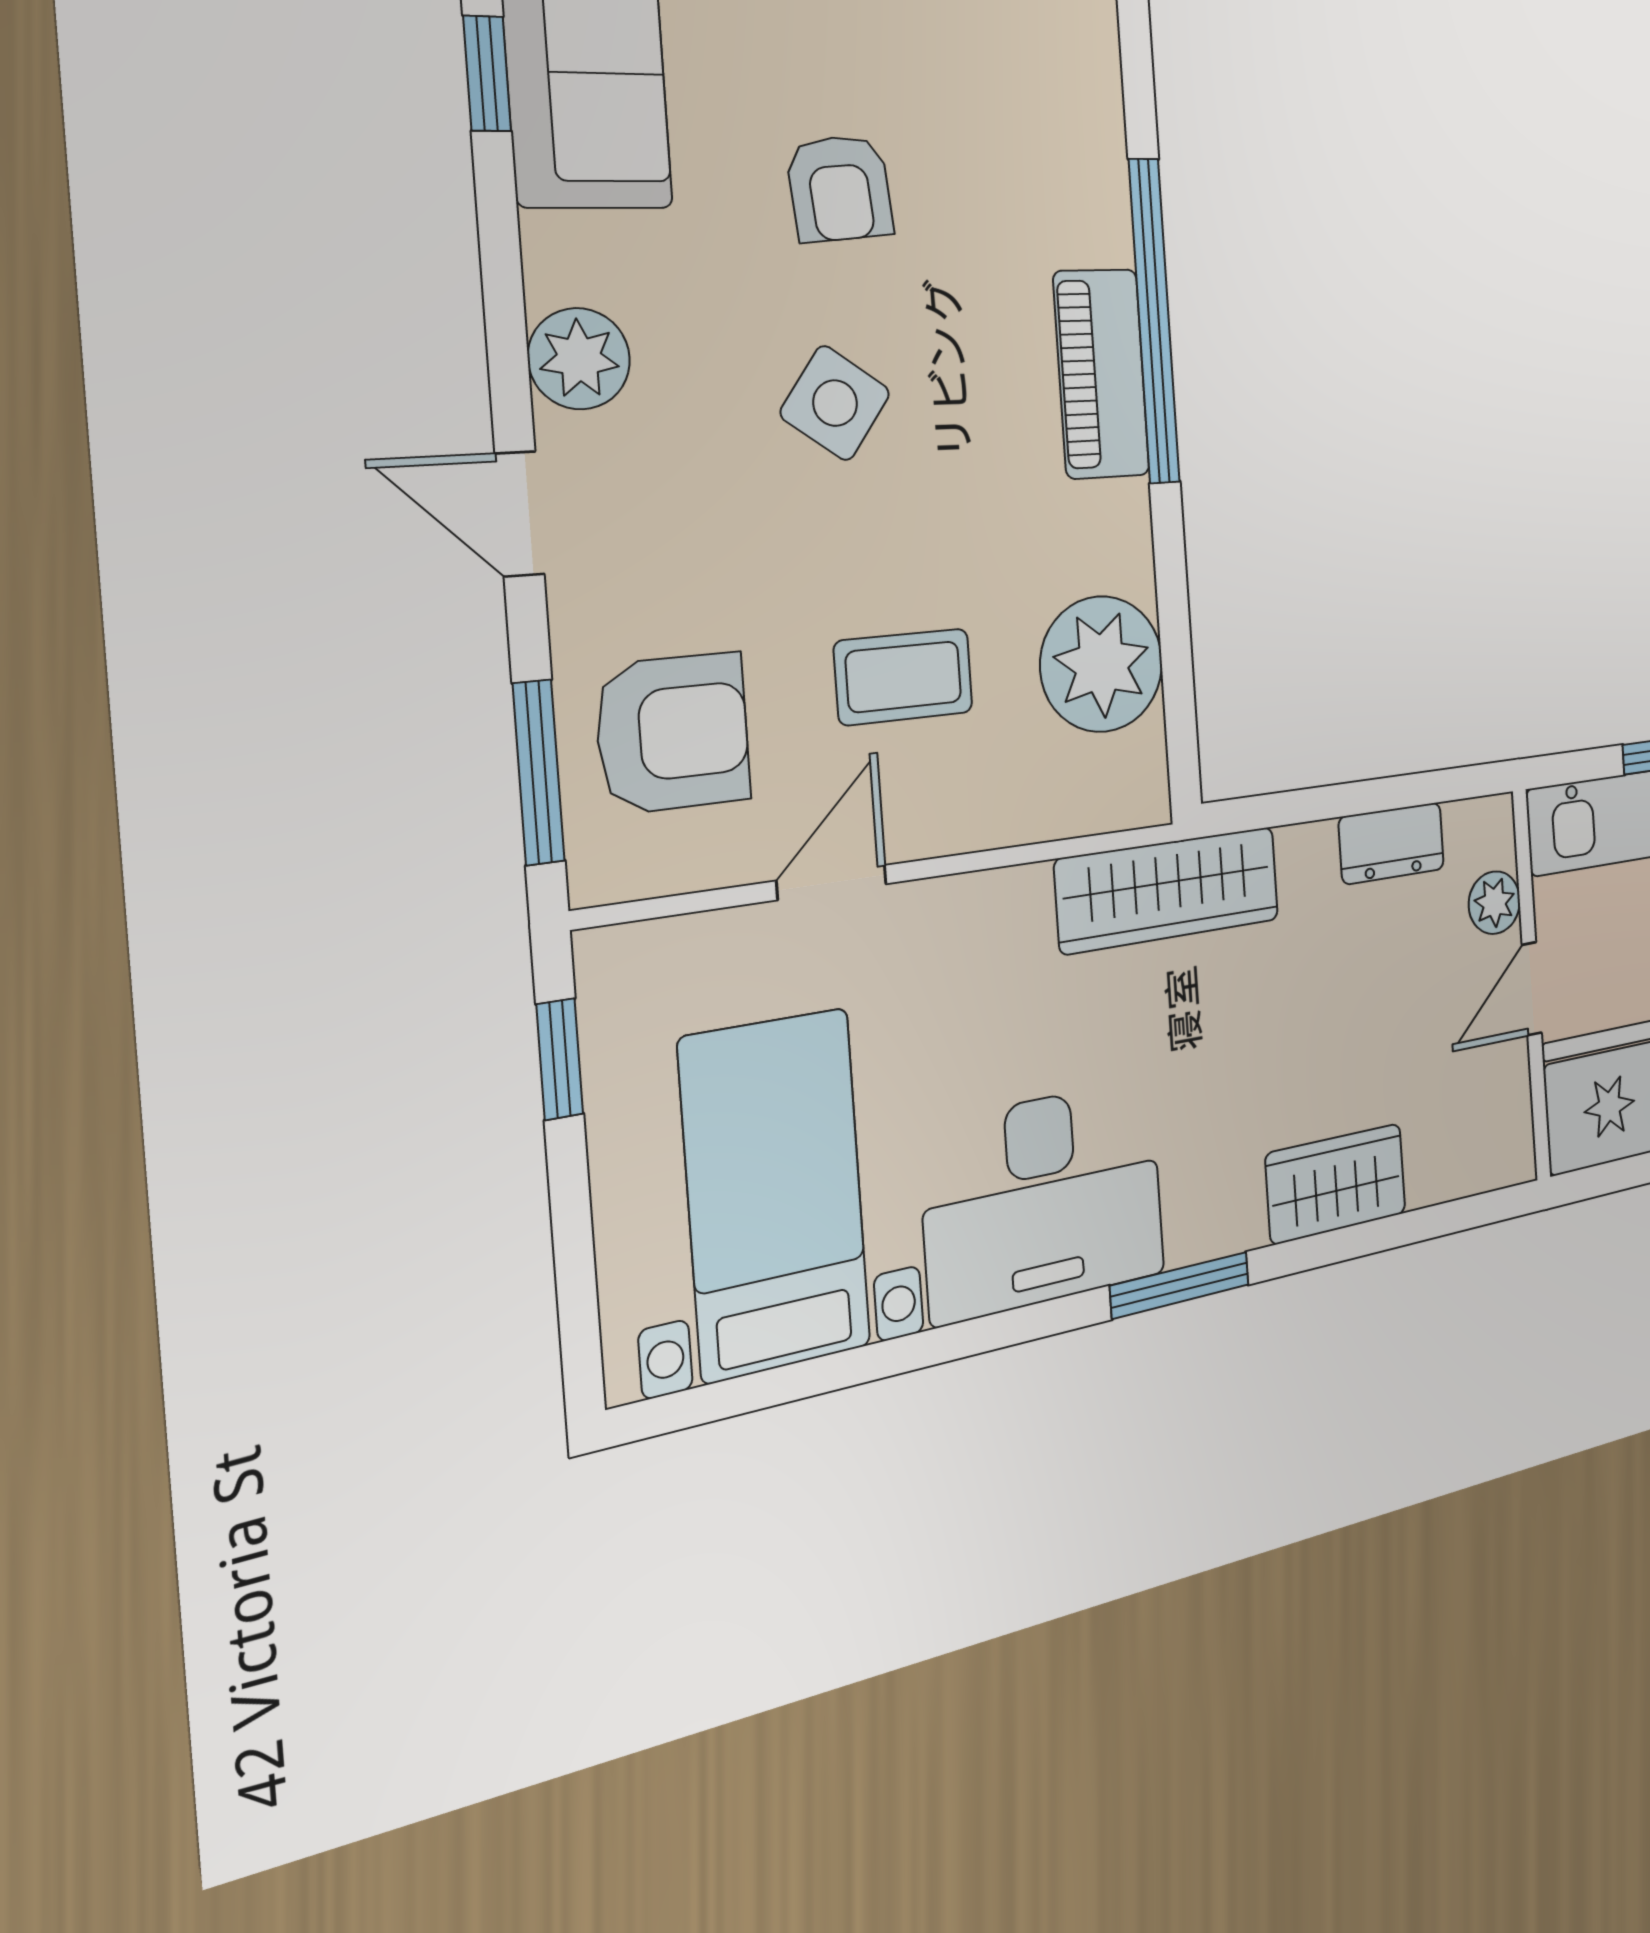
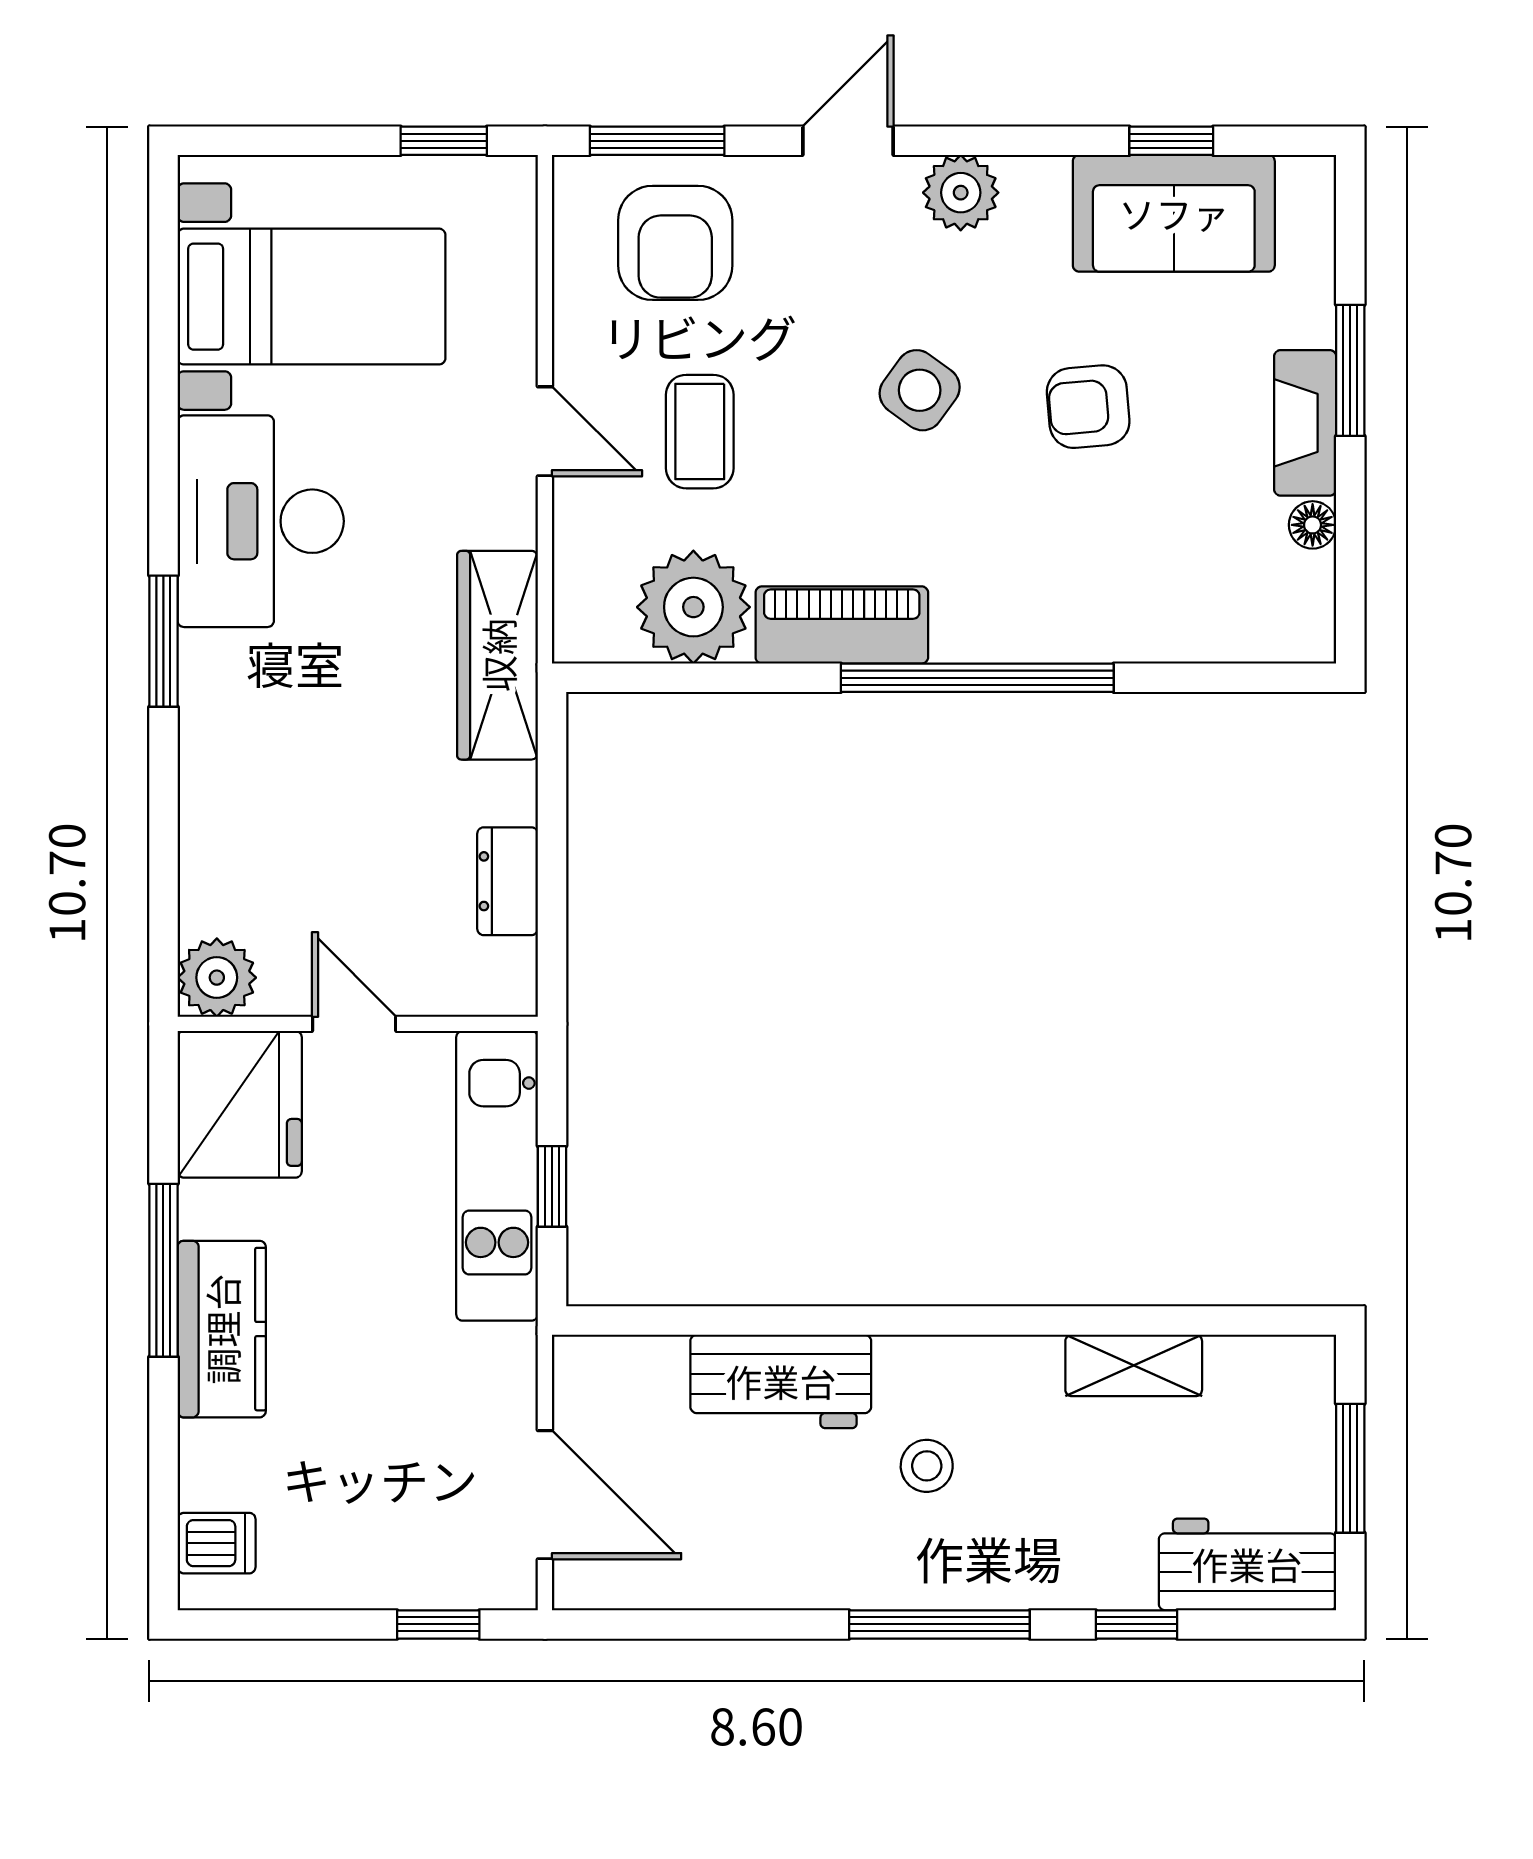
piano: (1101, 374) -> (842, 625), moved
door: (832, 882) -> (545, 431), moved
plant: (1494, 903) -> (217, 978), moved, width x1.38, depth x1.38
wardrobe: (1336, 1184) -> (218, 801), removed

